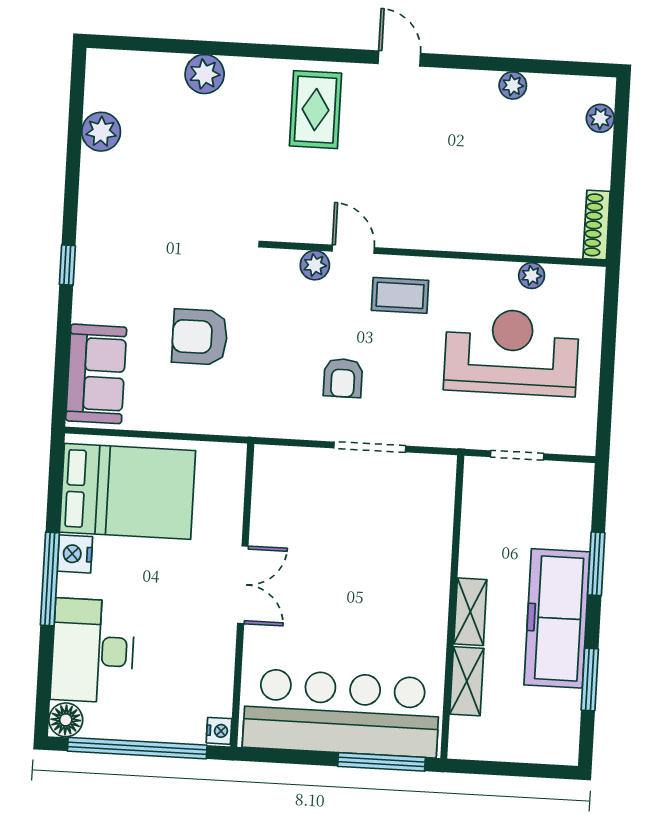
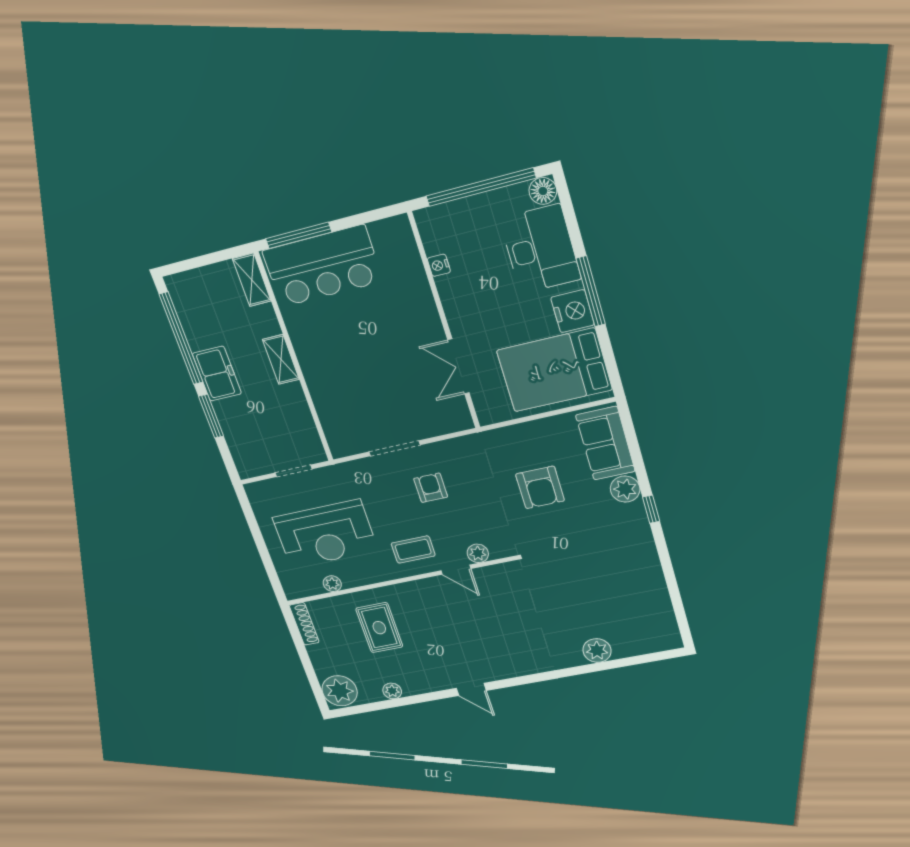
rug: (316, 110) -> (379, 628), moved
plant: (600, 118) -> (340, 691), width x1.87, depth x1.87
plant: (101, 132) -> (625, 489), moved
armchair: (200, 337) -> (540, 487), turned 90
nightstand: (75, 554) -> (572, 311), width x1.36, depth x1.33
double door: (243, 585) -> (458, 366), moved
freezer: (557, 618) -> (217, 374), width x0.52, depth x0.79
window: (590, 679) -> (181, 339), width x2.11
shelving: (467, 681) -> (252, 280), moved
bar counter: (341, 713) -> (322, 266), width x0.73
nightstand: (219, 731) -> (439, 265), moved

